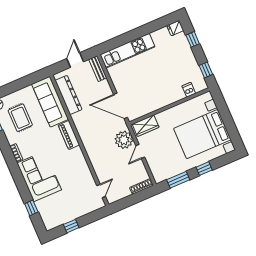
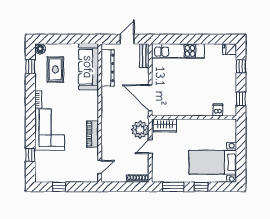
bed with nightstands: (202, 134) -> (213, 162), width x0.73
piano: (69, 135) -> (92, 134), moved

